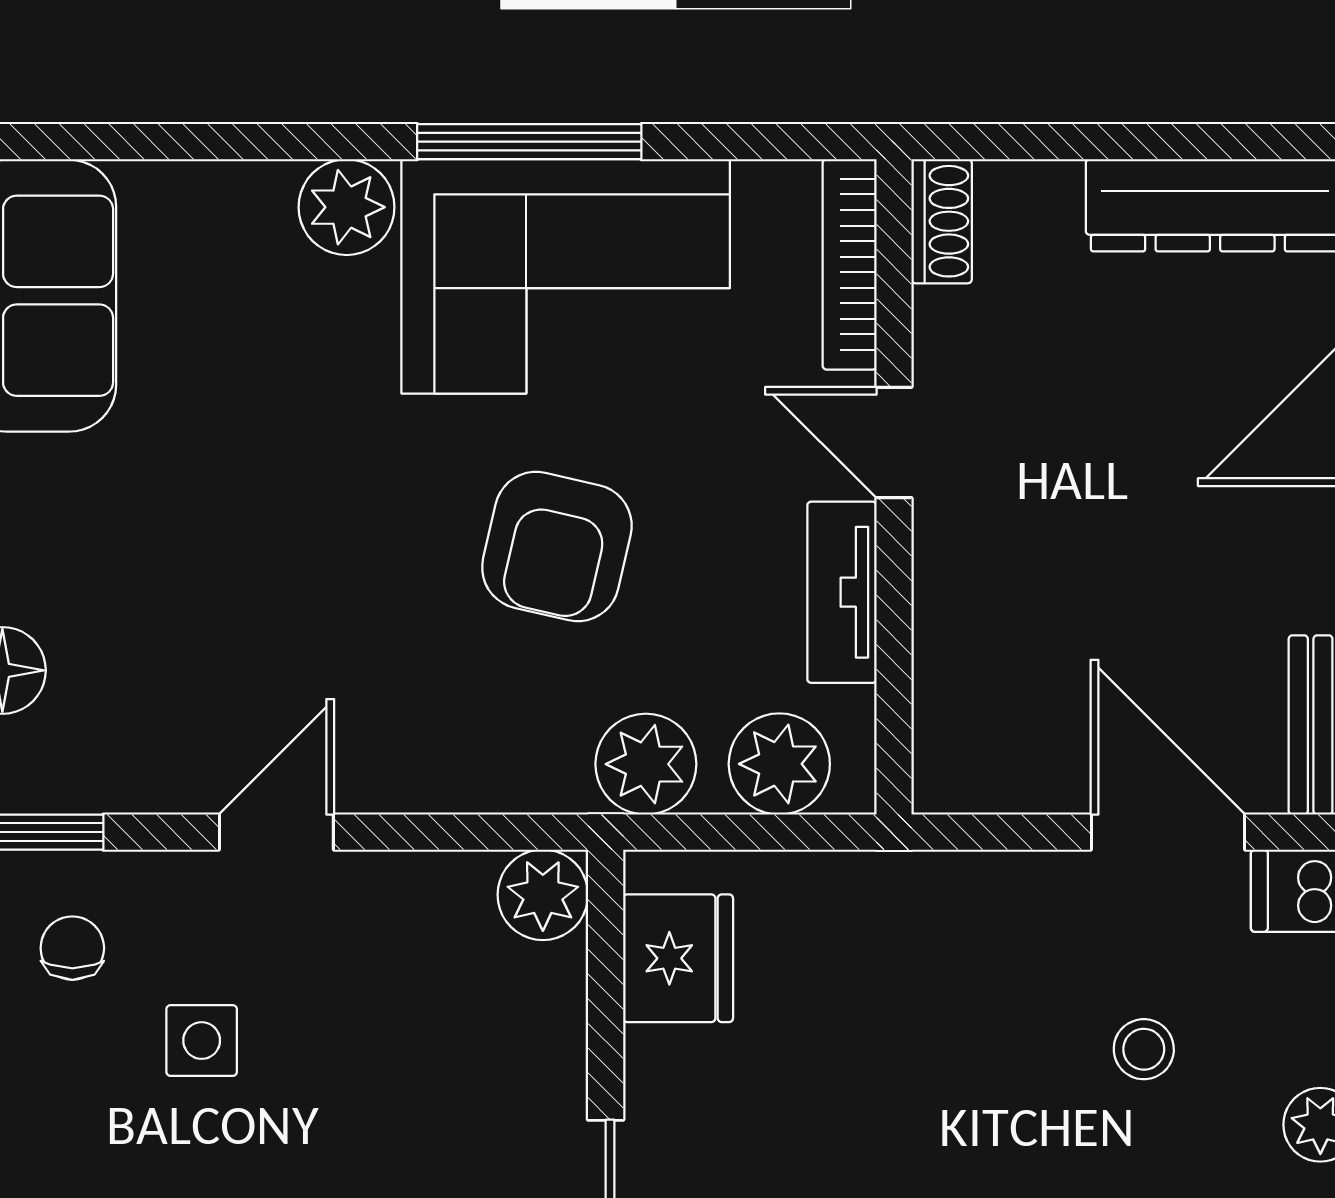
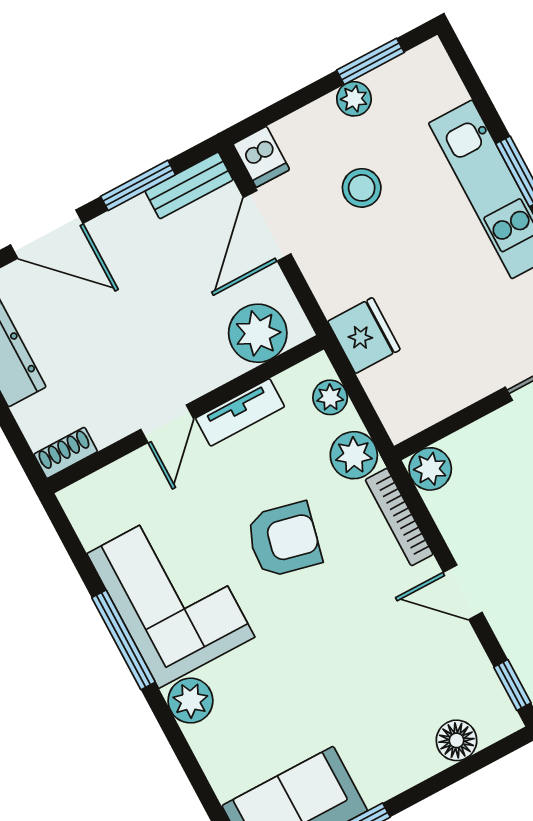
bookcase: (850, 264) -> (399, 517), moved, turned 90
plant: (974, 706) -> (258, 333), added
plant: (779, 764) -> (330, 397), width x0.73, depth x0.73
fridge: (678, 958) -> (364, 335), moved, turned 90
stool: (1144, 1049) -> (362, 188), width x1.37, depth x1.37

